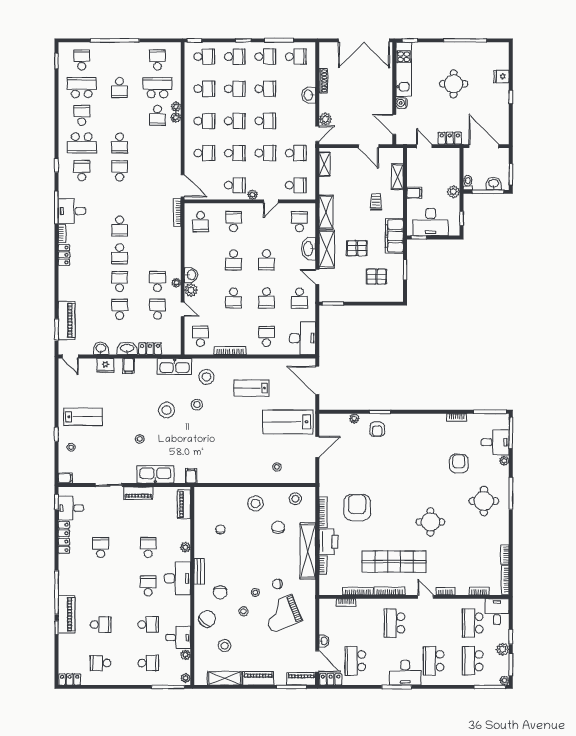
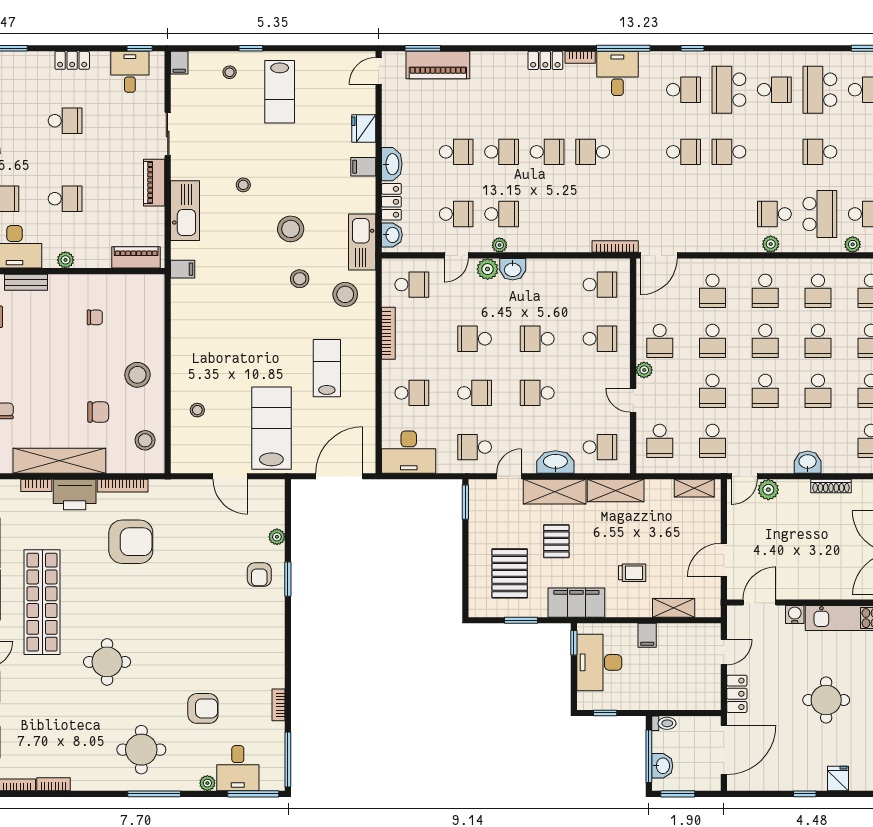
school desk: (82, 88) -> (820, 90), turned 180
plant: (176, 107) -> (853, 244), moved
door: (317, 134) -> (744, 476), hinge flipped
plant: (453, 192) -> (649, 700), removed
school desk: (200, 222) -> (600, 285), turned 180
school desk: (120, 254) -> (547, 152), turned 180
pallet: (376, 277) -> (510, 573), width x1.50, depth x1.42
school desk: (266, 298) -> (475, 393), turned 180
washbasin: (101, 348) -> (392, 235), moved
armchair: (377, 429) -> (259, 575), turned -90
locker: (64, 537) -> (72, 60), width x0.66

